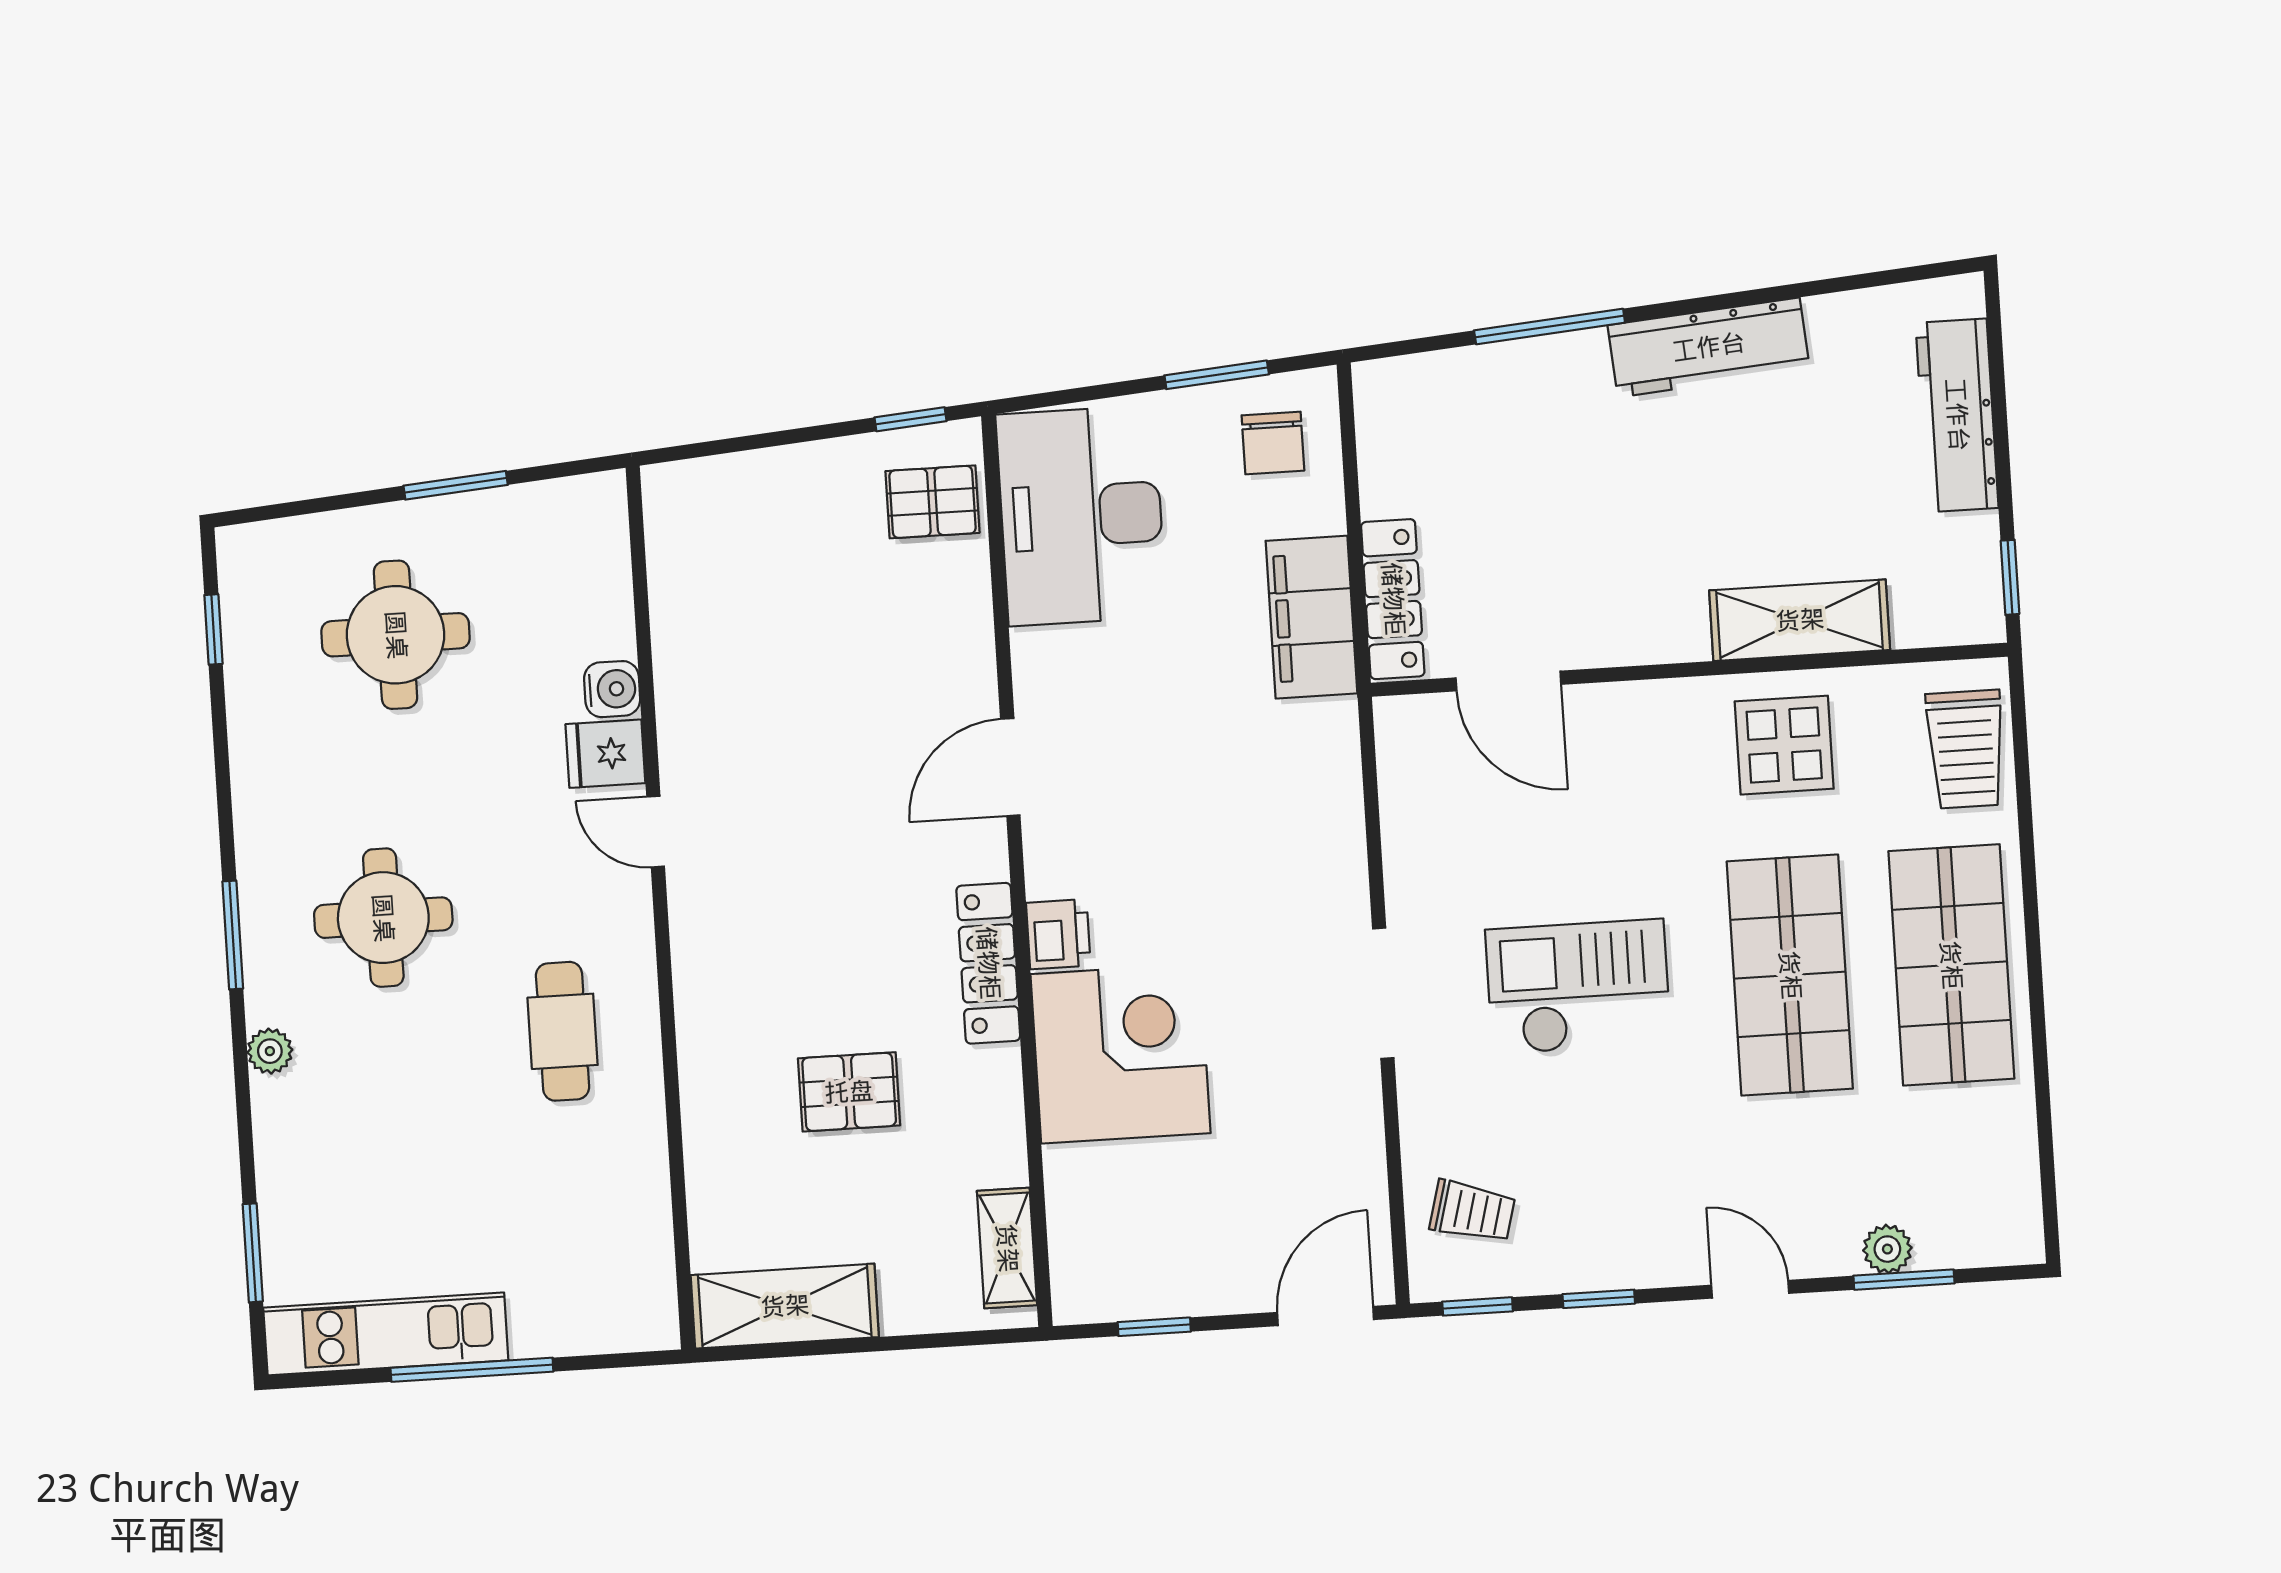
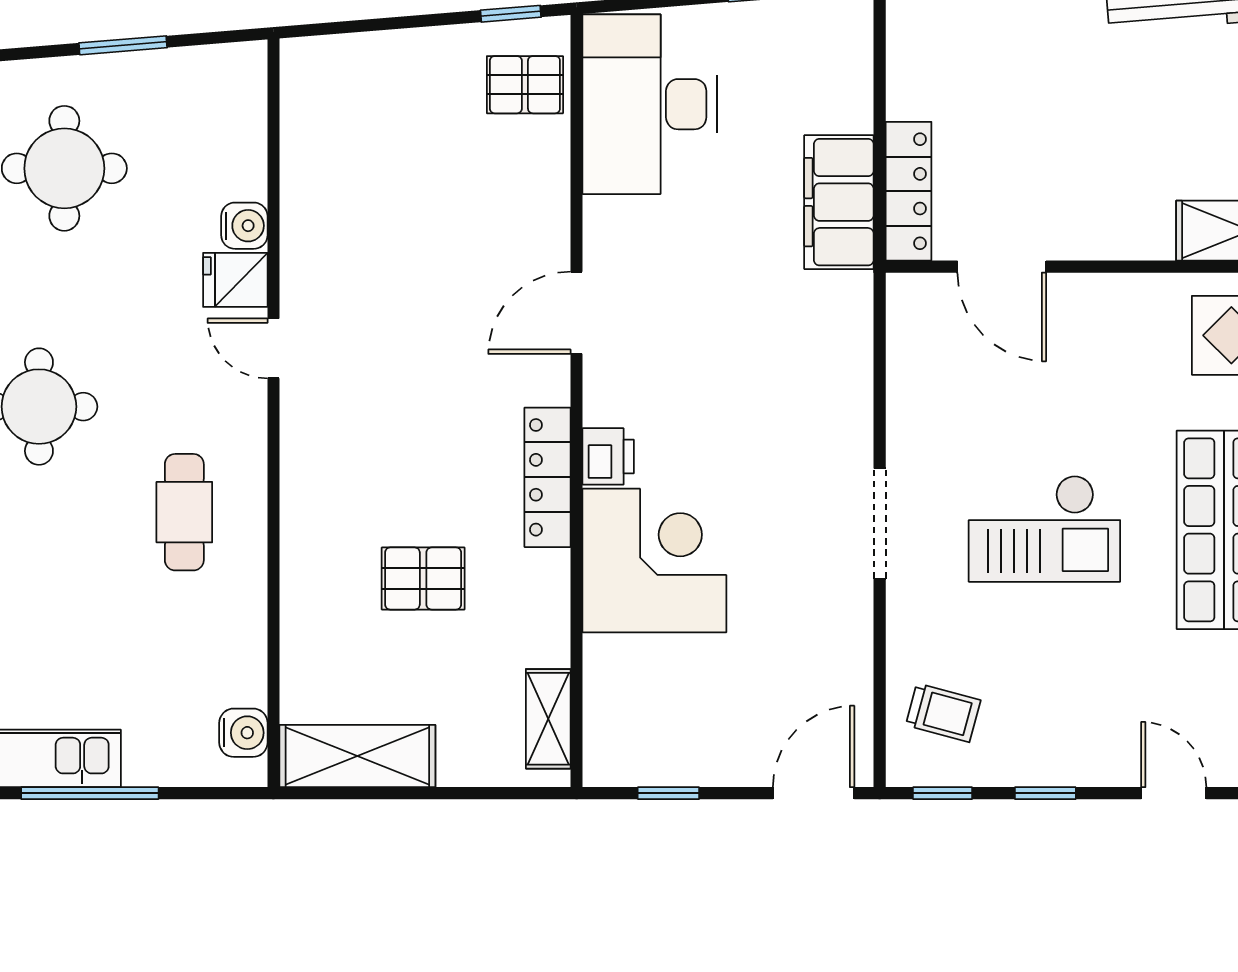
chair: (1273, 443) -> (816, 53), removed
checkout: (1578, 987) -> (1044, 529), turned 180
water cooler: (649, 1287) -> (243, 733), added

